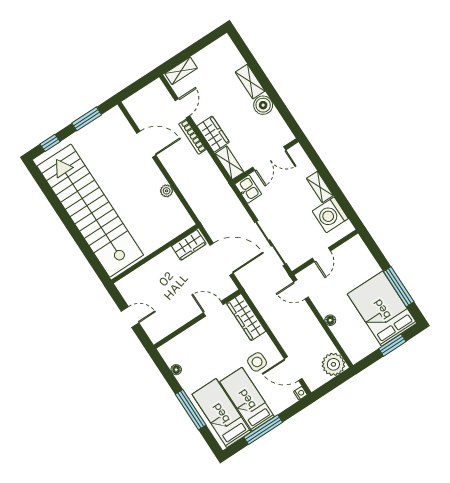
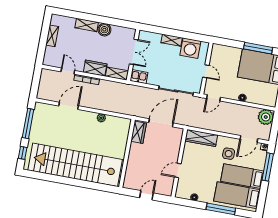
shelving: (181, 71) -> (52, 36), moved
window: (87, 119) -> (28, 123), width x1.44
door: (213, 309) -> (178, 170), moved
window: (263, 430) -> (268, 167), moved

